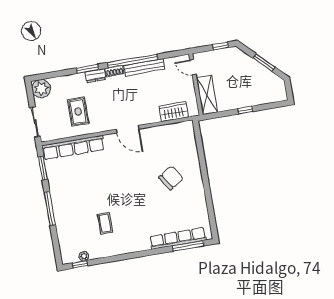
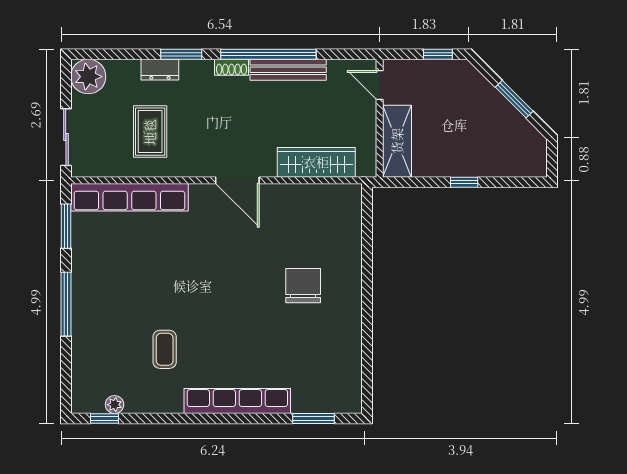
dresser: (95, 76) -> (160, 70), moved
wardrobe: (174, 112) -> (316, 162), width x1.50
chair: (171, 178) -> (303, 286), turned -57
row of seats: (178, 238) -> (237, 401), moved
window: (188, 246) -> (313, 419), width x0.69

